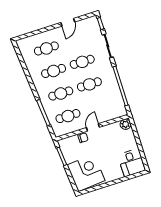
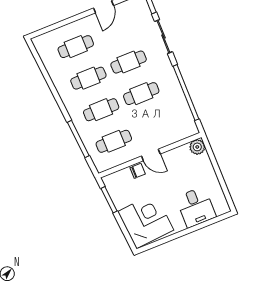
door: (93, 127) -> (151, 155), swing flipped
desk: (131, 163) -> (196, 207), moved

